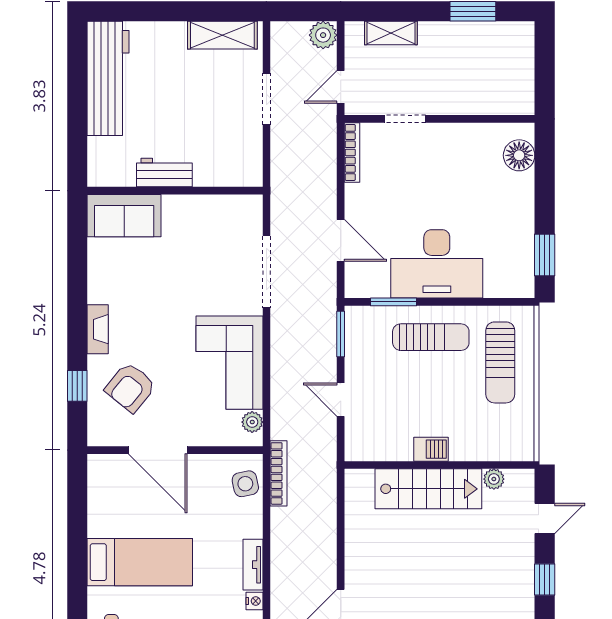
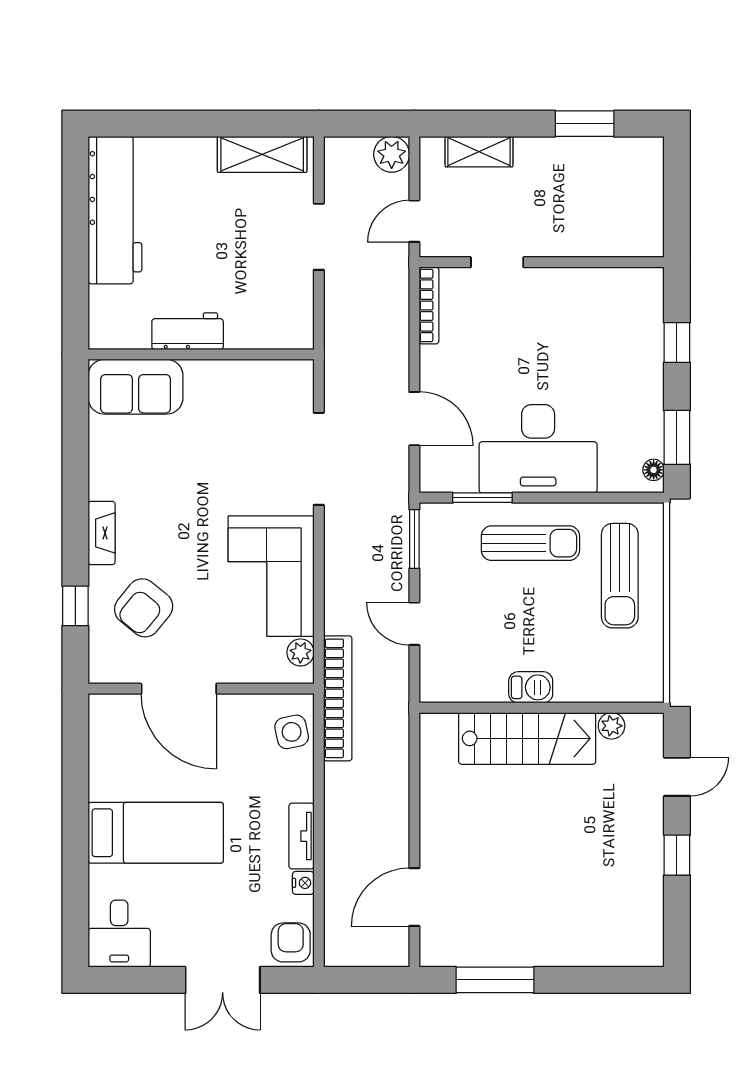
floor lamp: (519, 155) -> (654, 470), moved, width x0.53, depth x0.53
window: (545, 181) -> (677, 342), added
bookcase: (279, 473) -> (338, 698), width x1.48, depth x1.31

